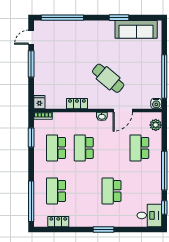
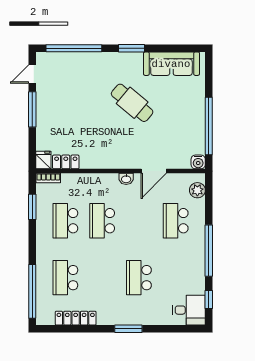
window: (119, 18) -> (132, 48), moved
cafe table: (108, 78) -> (132, 103), moved
locker: (77, 104) -> (66, 162), moved
locker: (58, 222) -> (76, 318), width x1.53

